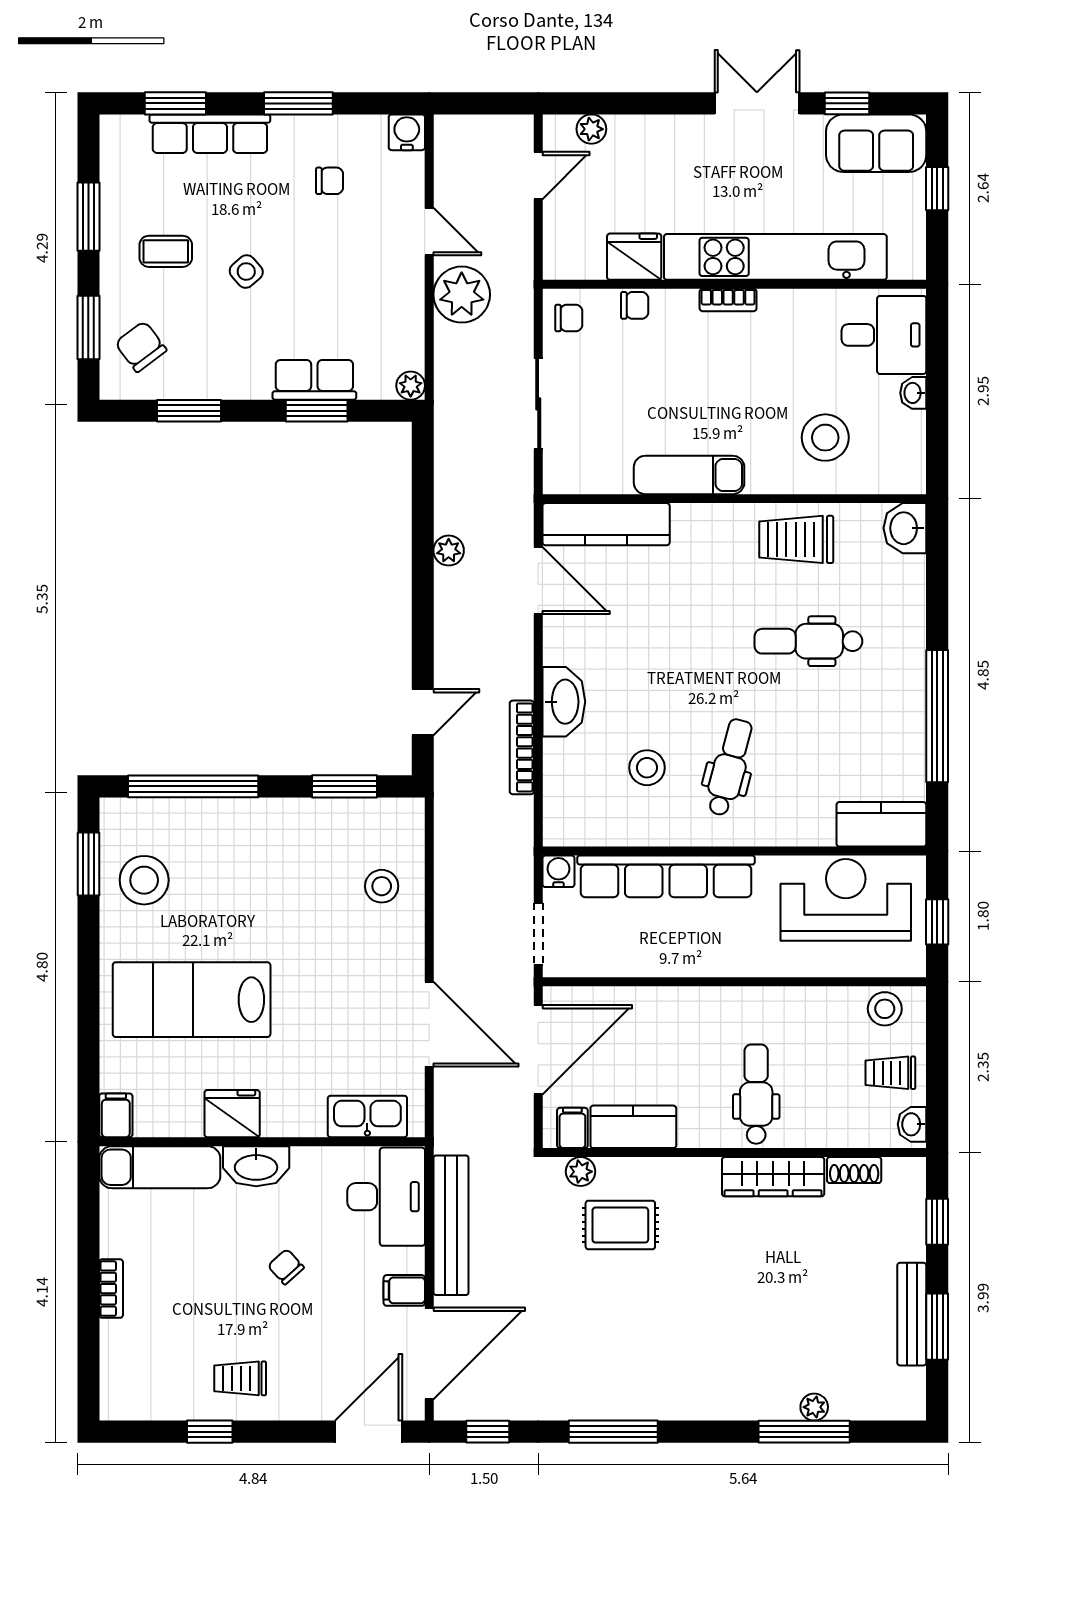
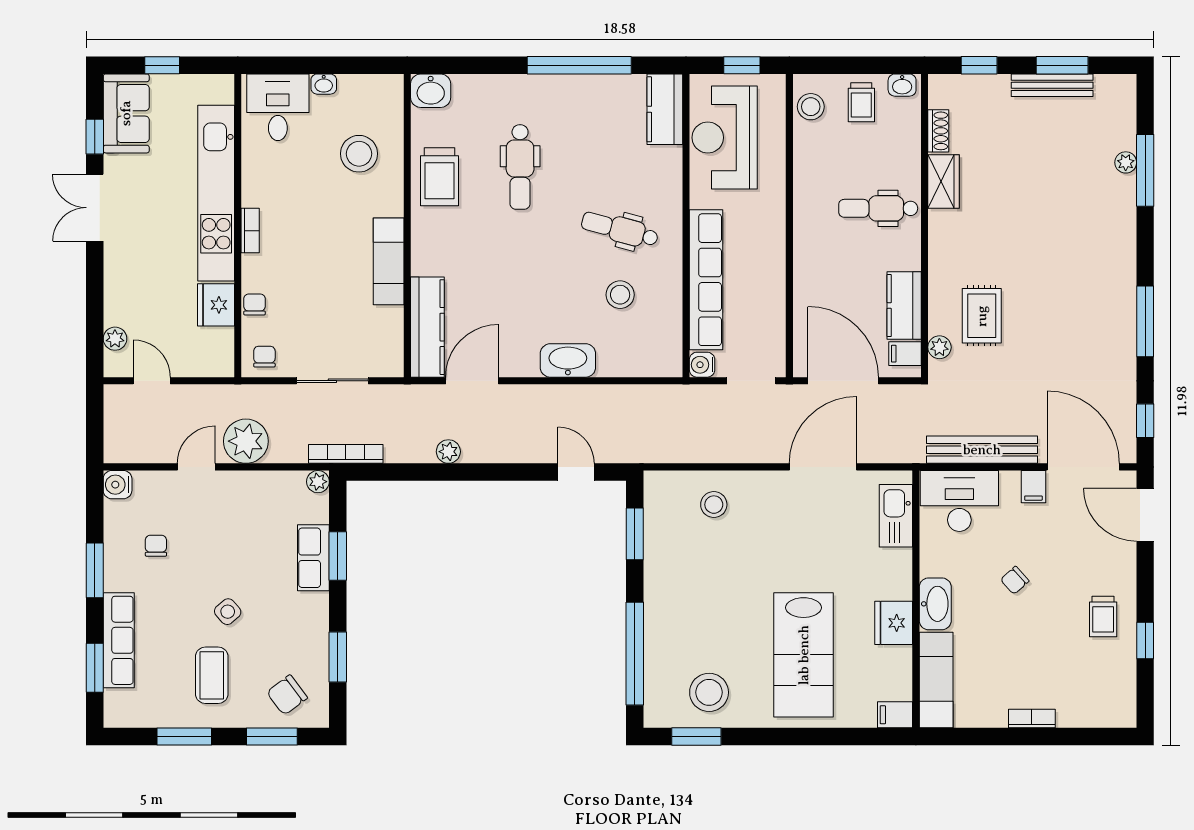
coffee table: (166, 251) -> (212, 675), width x1.36, depth x1.30
bookcase: (522, 747) -> (346, 454), moved, turned 180
wardrobe: (773, 1177) -> (944, 181), width x0.67

